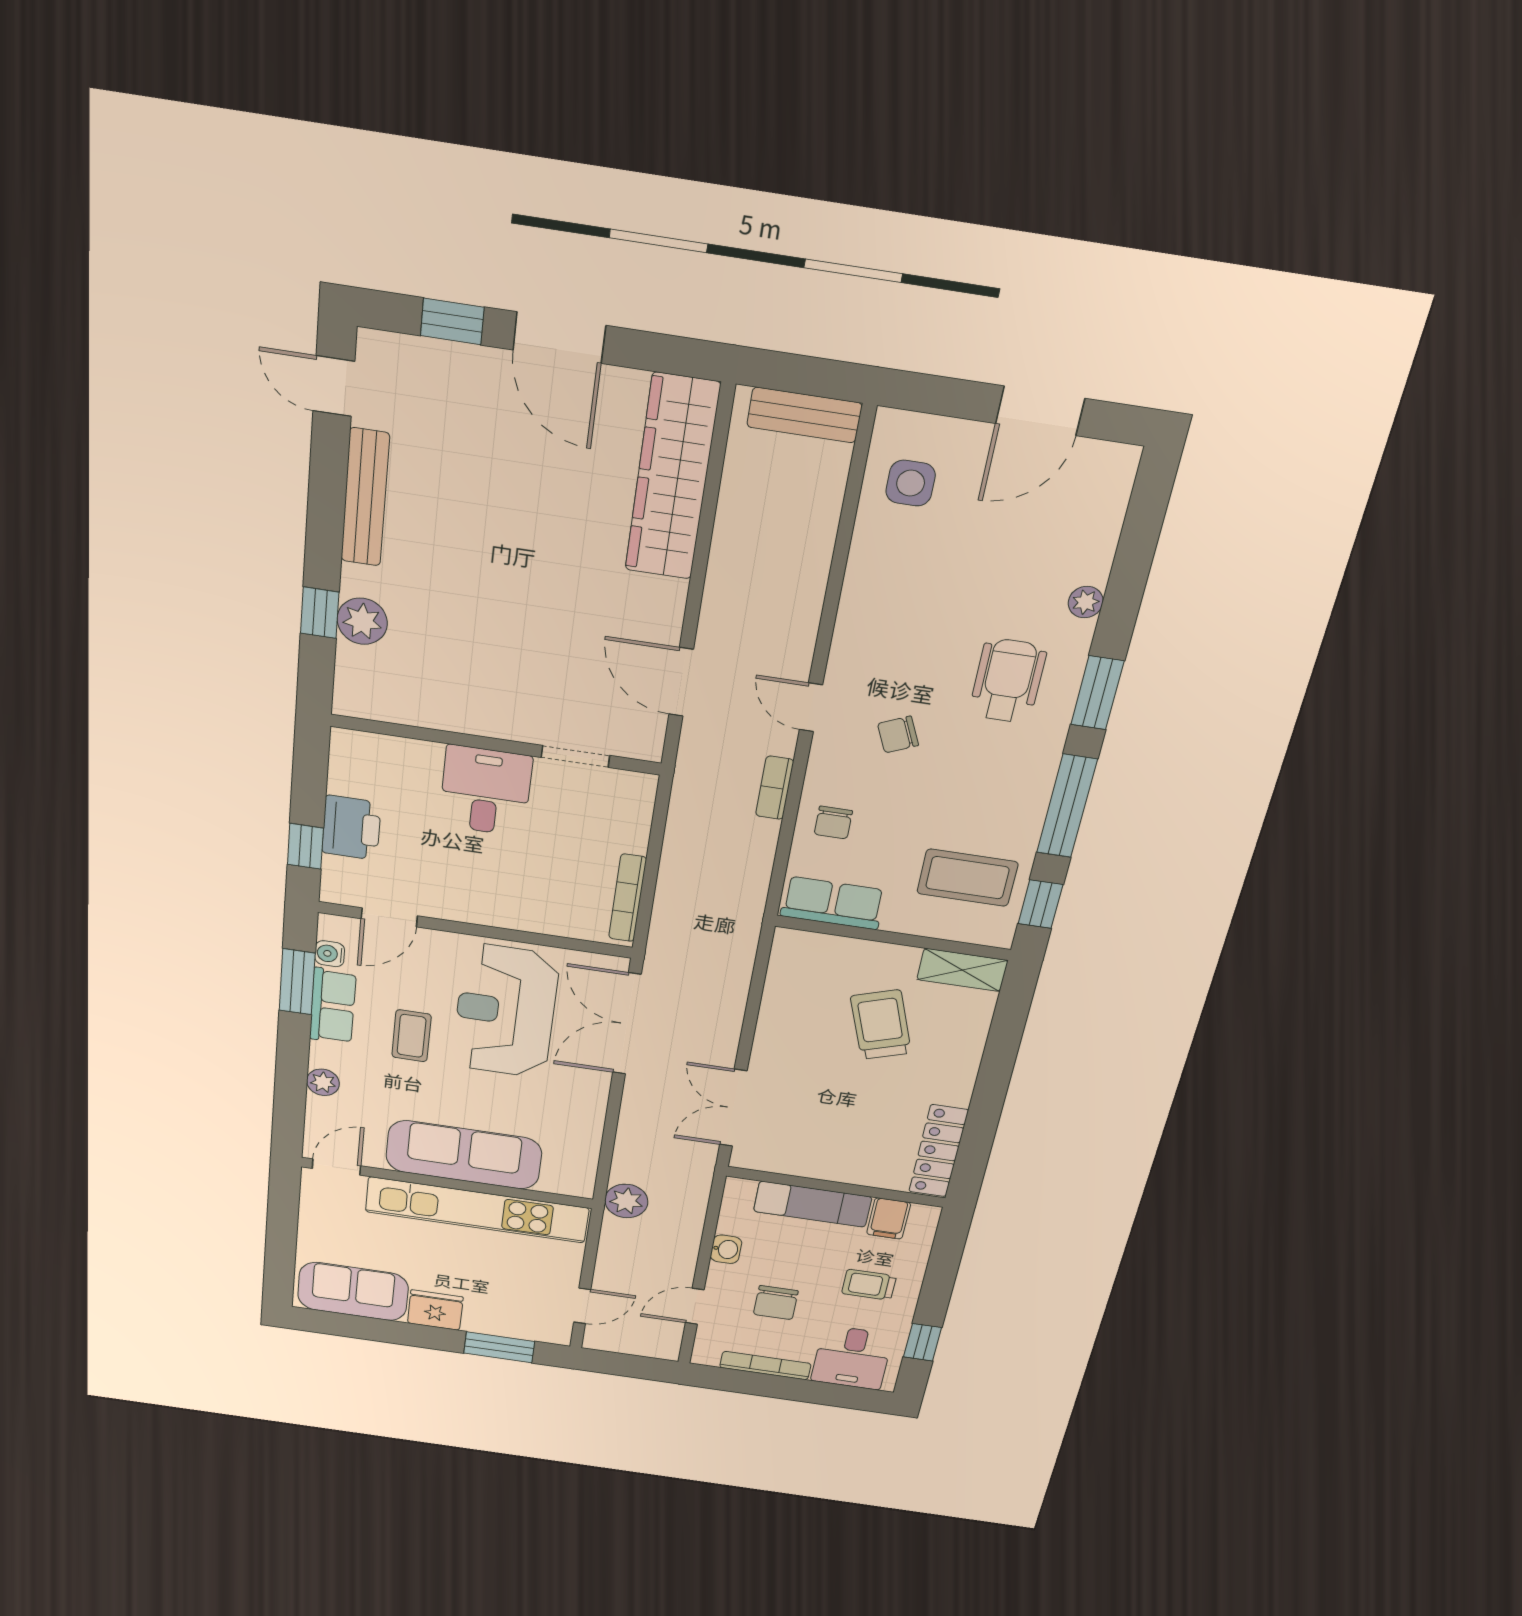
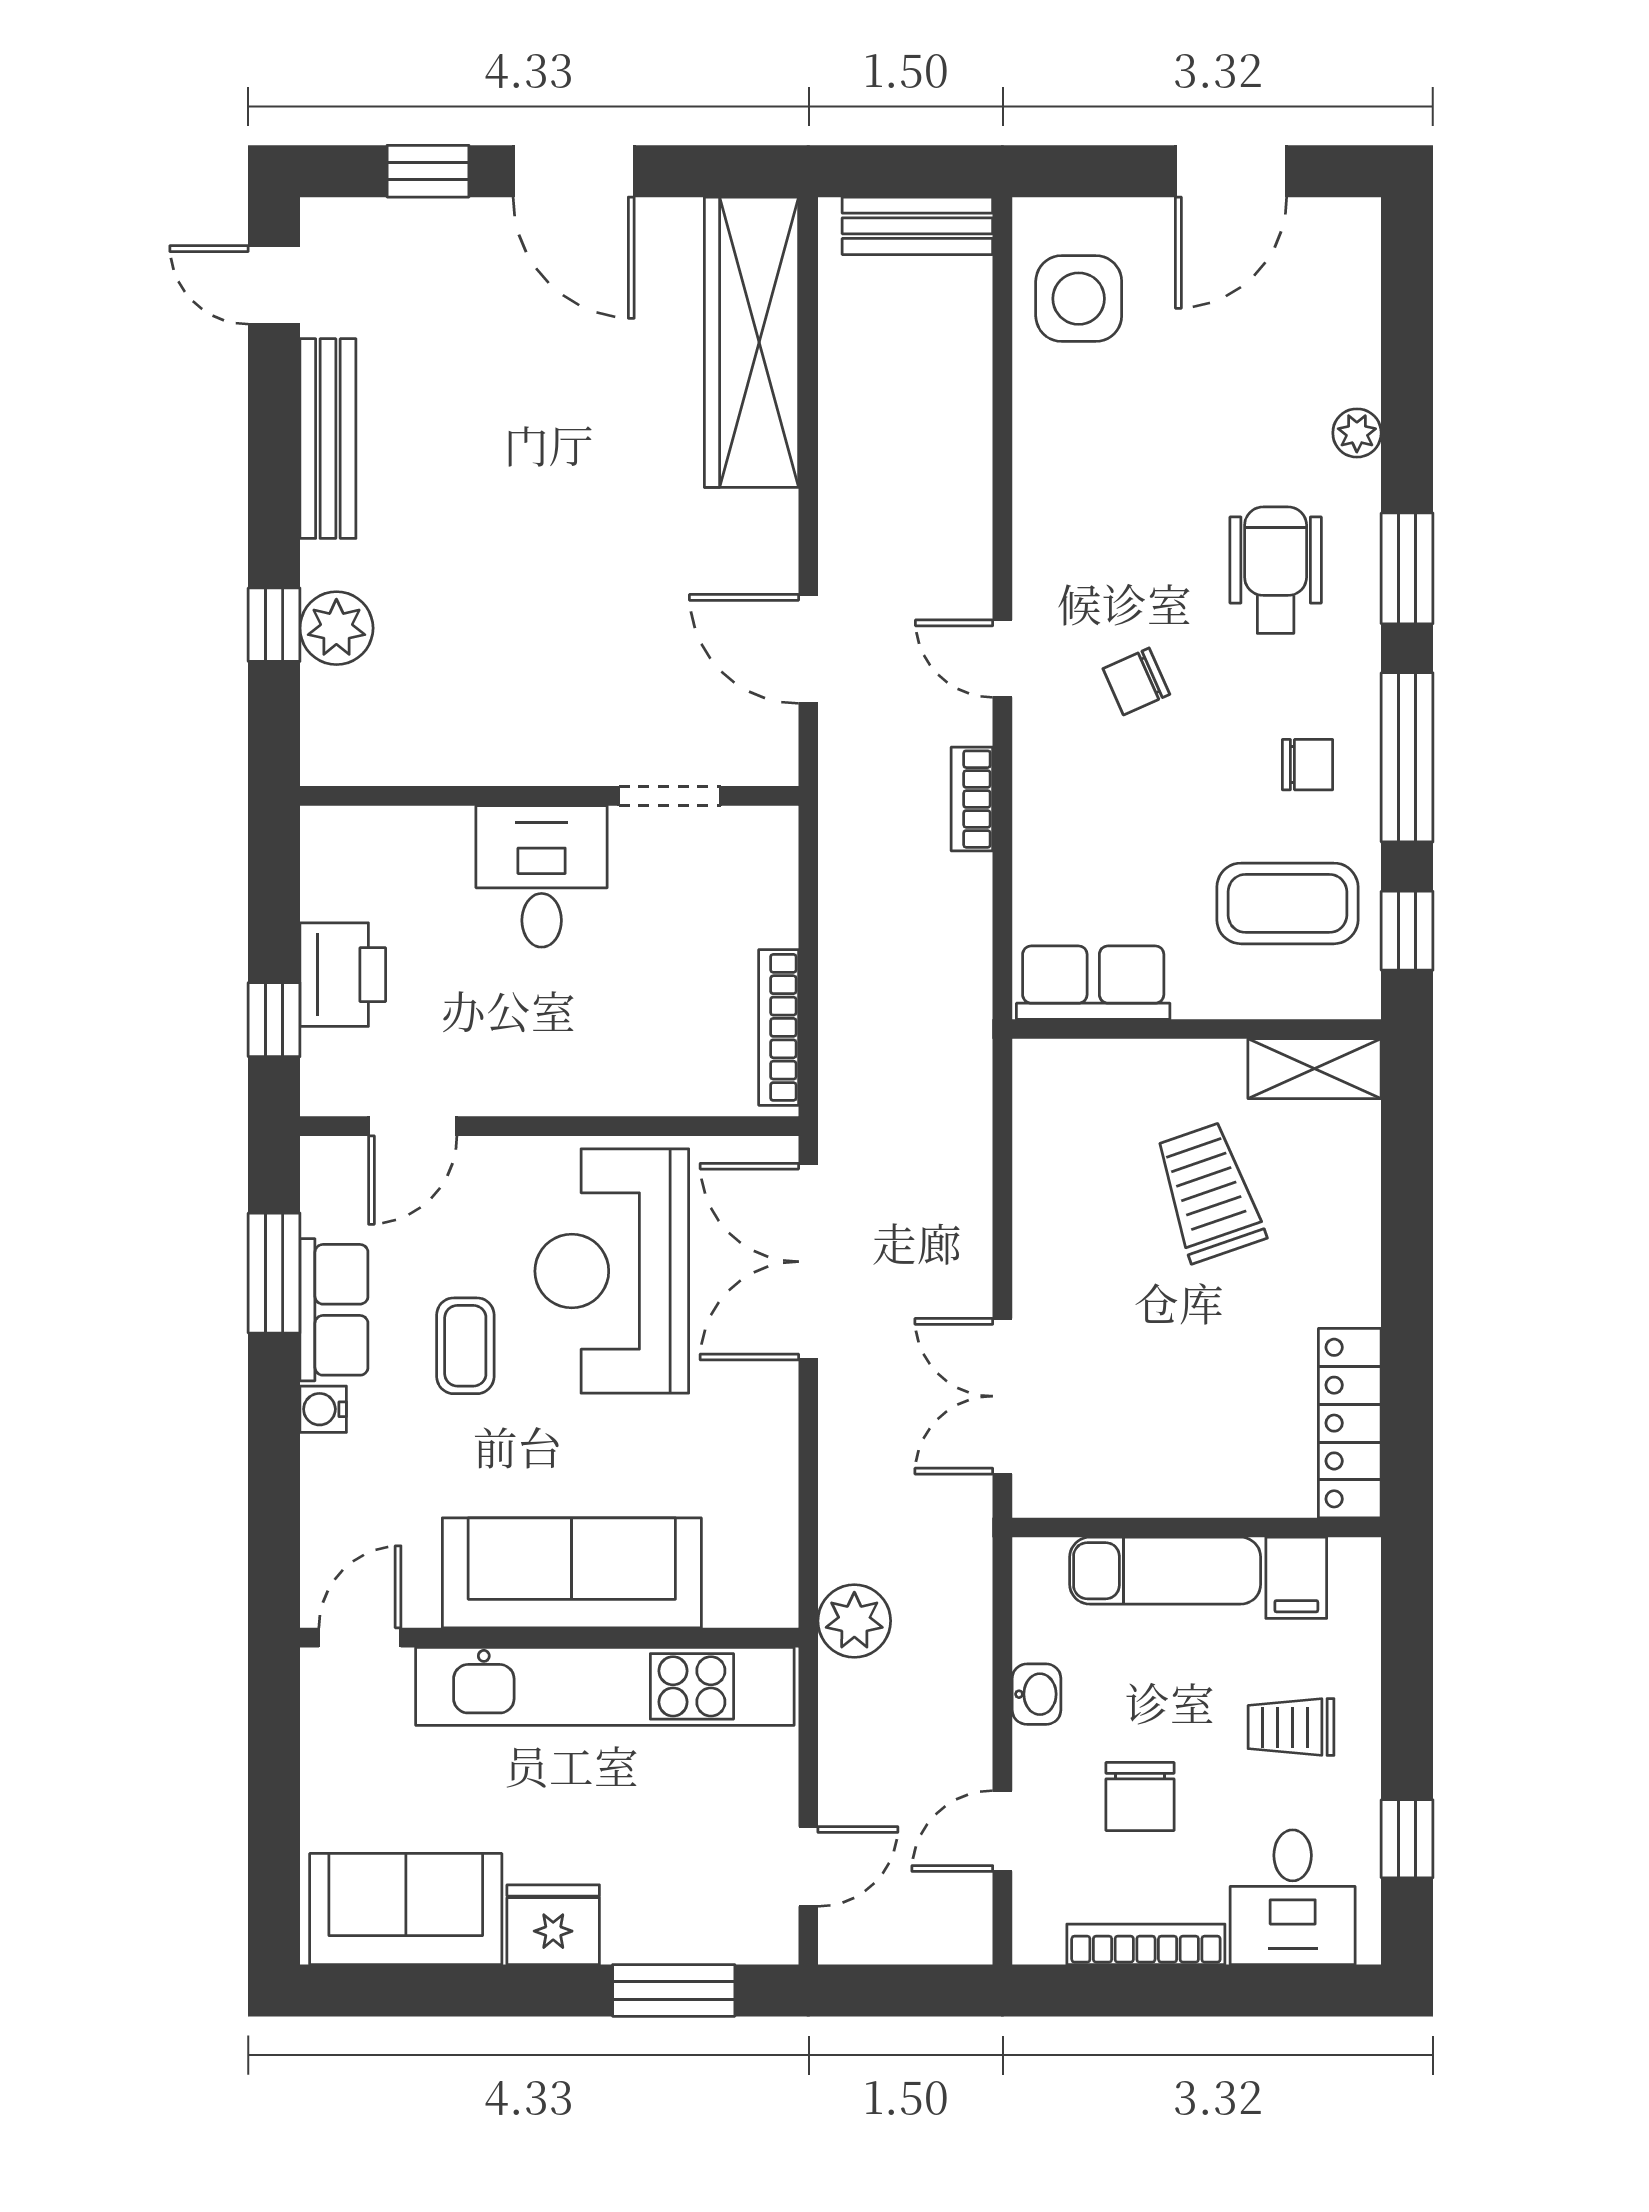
side table: (911, 483) -> (1079, 299), width x1.37, depth x1.37
chair: (833, 823) -> (1307, 765), moved, turned -90
water cooler: (330, 954) -> (323, 1409), moved
plant: (323, 1082) -> (327, 1465), removed

